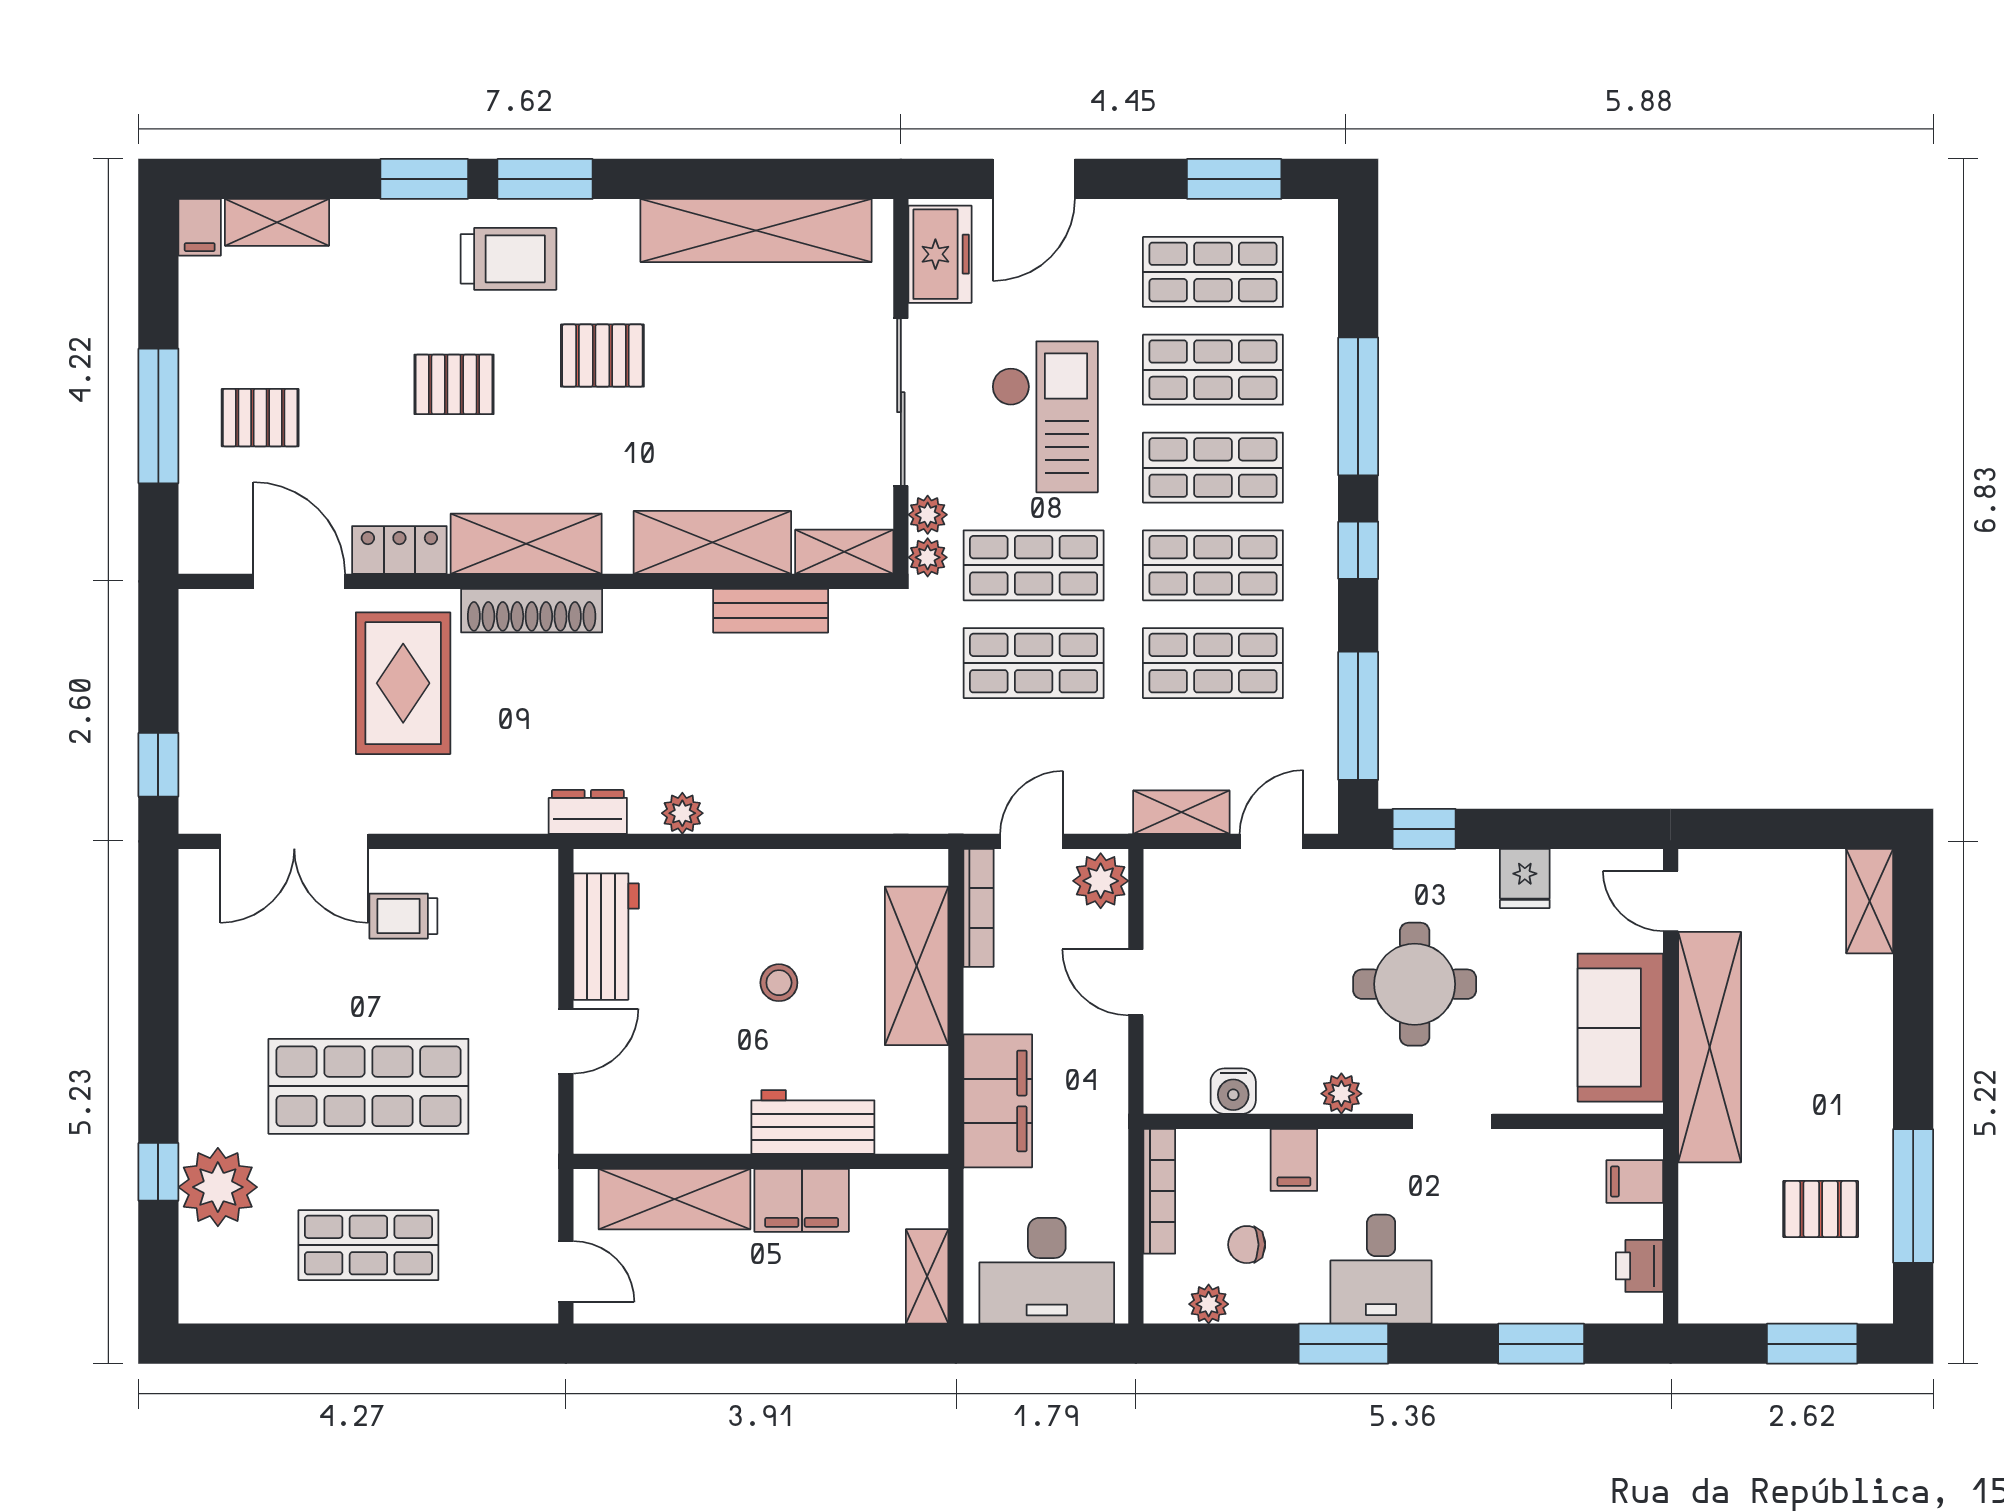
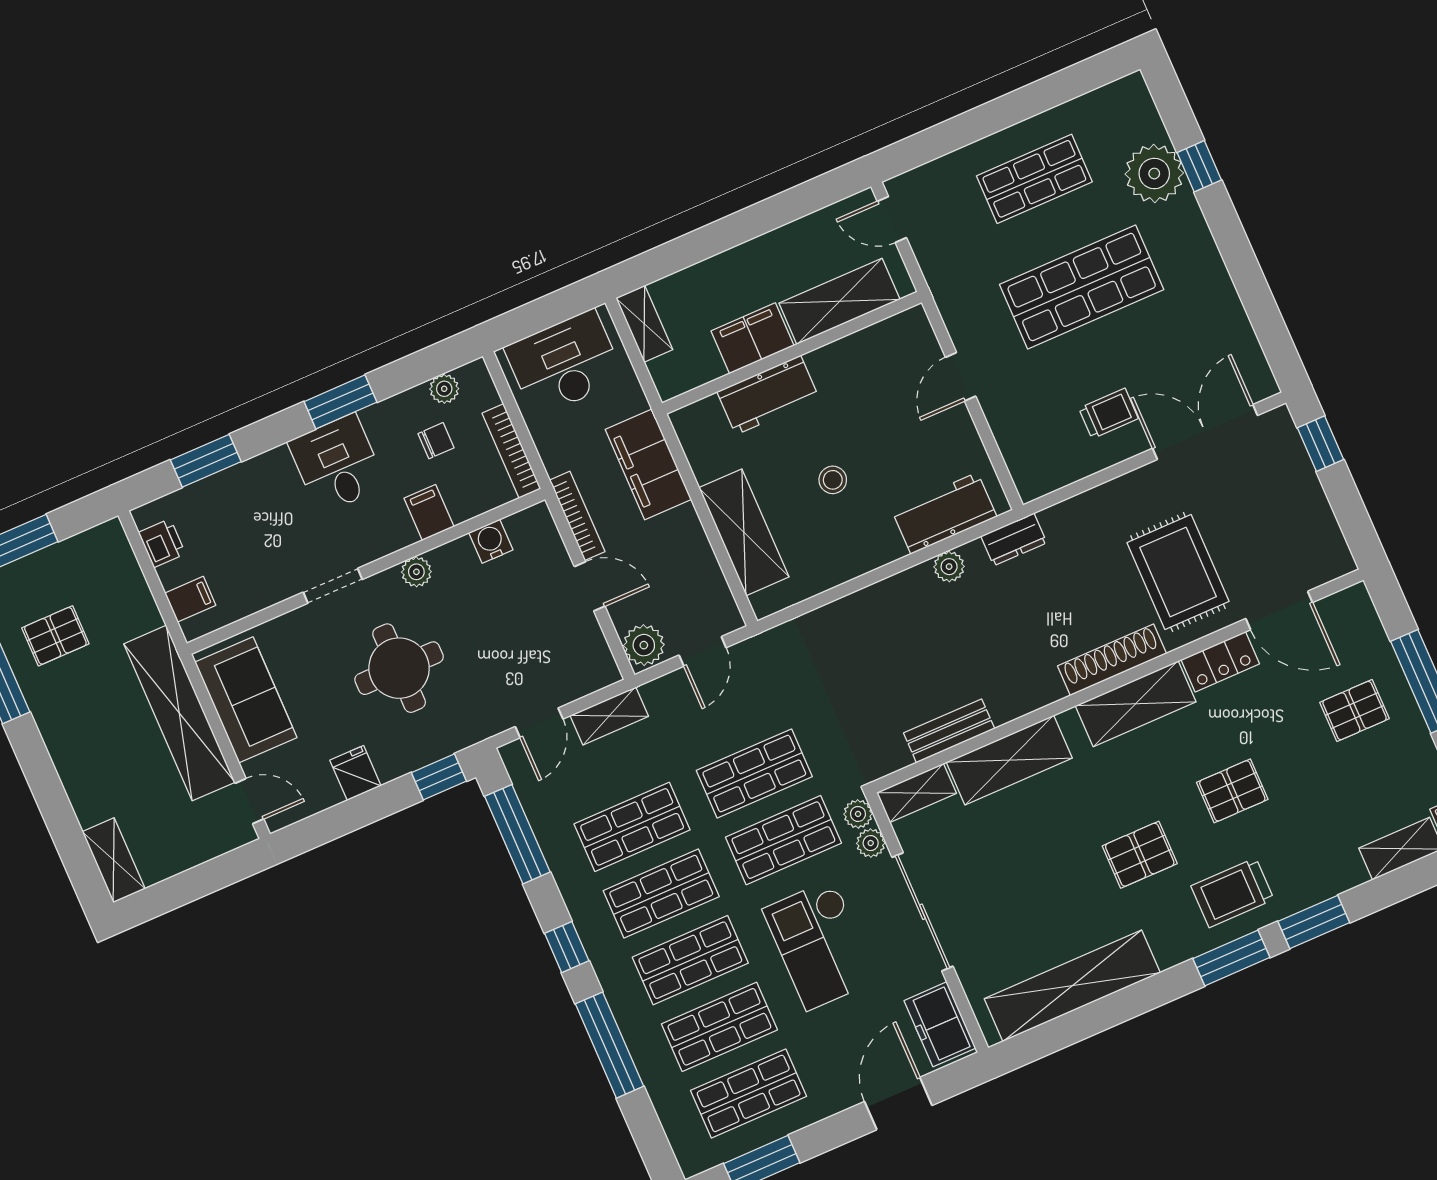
bookcase: (978, 908) -> (577, 516), moved, turned 180
workbench: (606, 937) -> (944, 513), moved, turned 90

